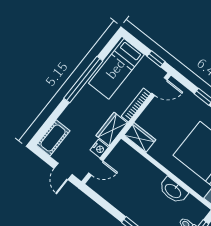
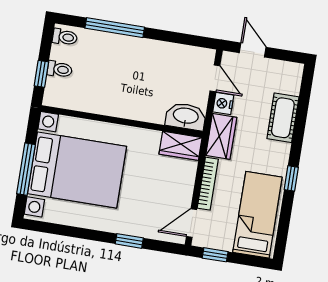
window: (83, 80) -> (291, 178), width x0.32
cot: (53, 138) -> (283, 118), moved
door: (96, 167) -> (215, 78), swing flipped
washbasin: (173, 191) -> (186, 116), moved

